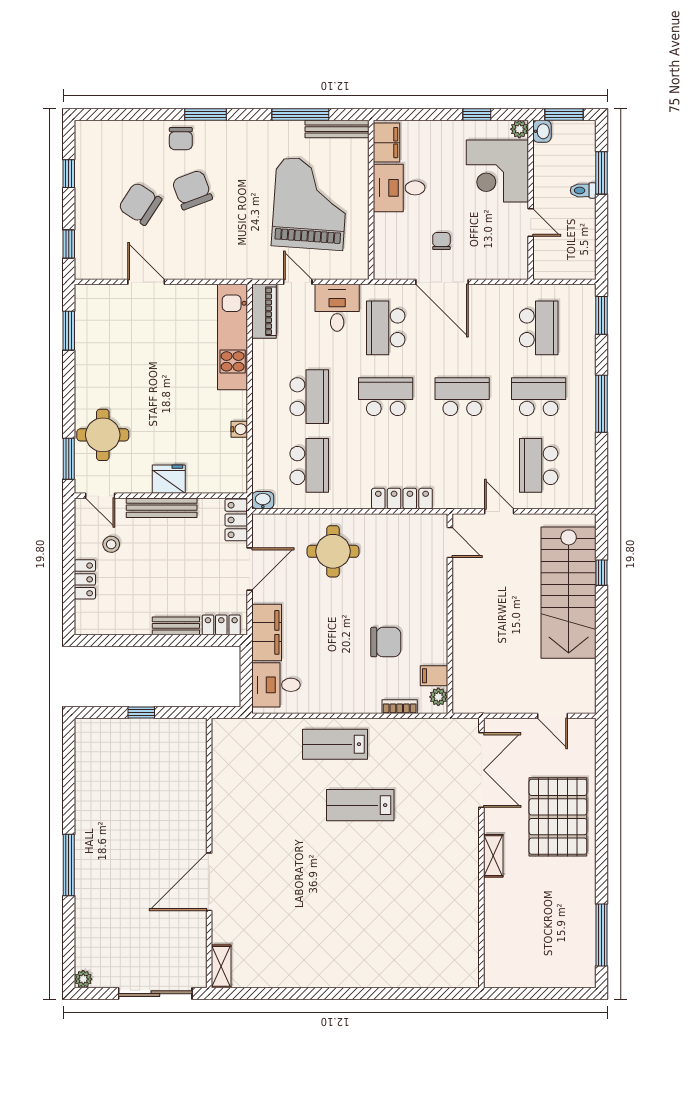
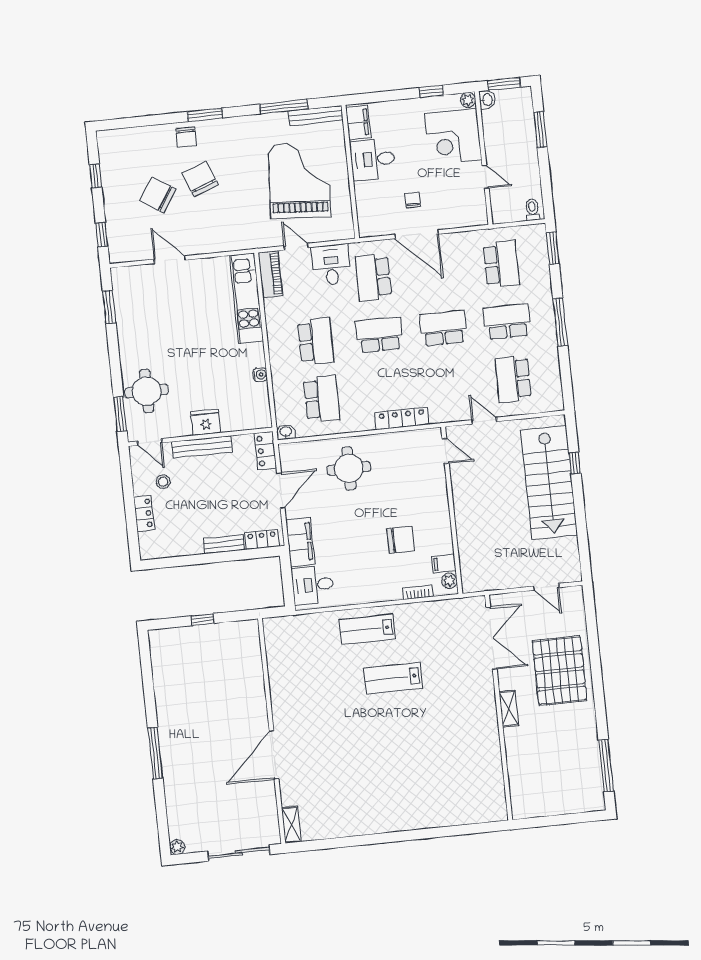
toilet: (583, 190) -> (532, 210), moved, turned 90

